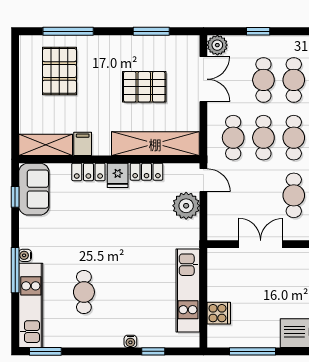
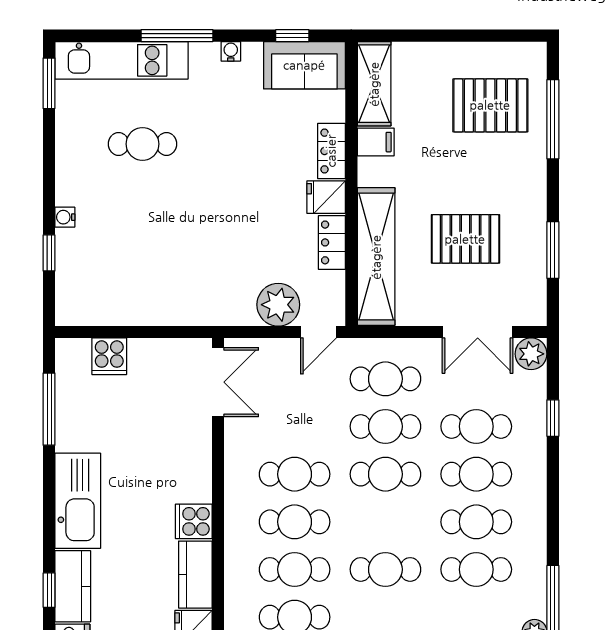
pallet: (144, 87) -> (465, 239), turned 90
double door: (261, 244) -> (218, 382), moved
water cooler: (25, 255) -> (231, 51), moved
kitchen unit: (188, 291) -> (145, 308), removed

